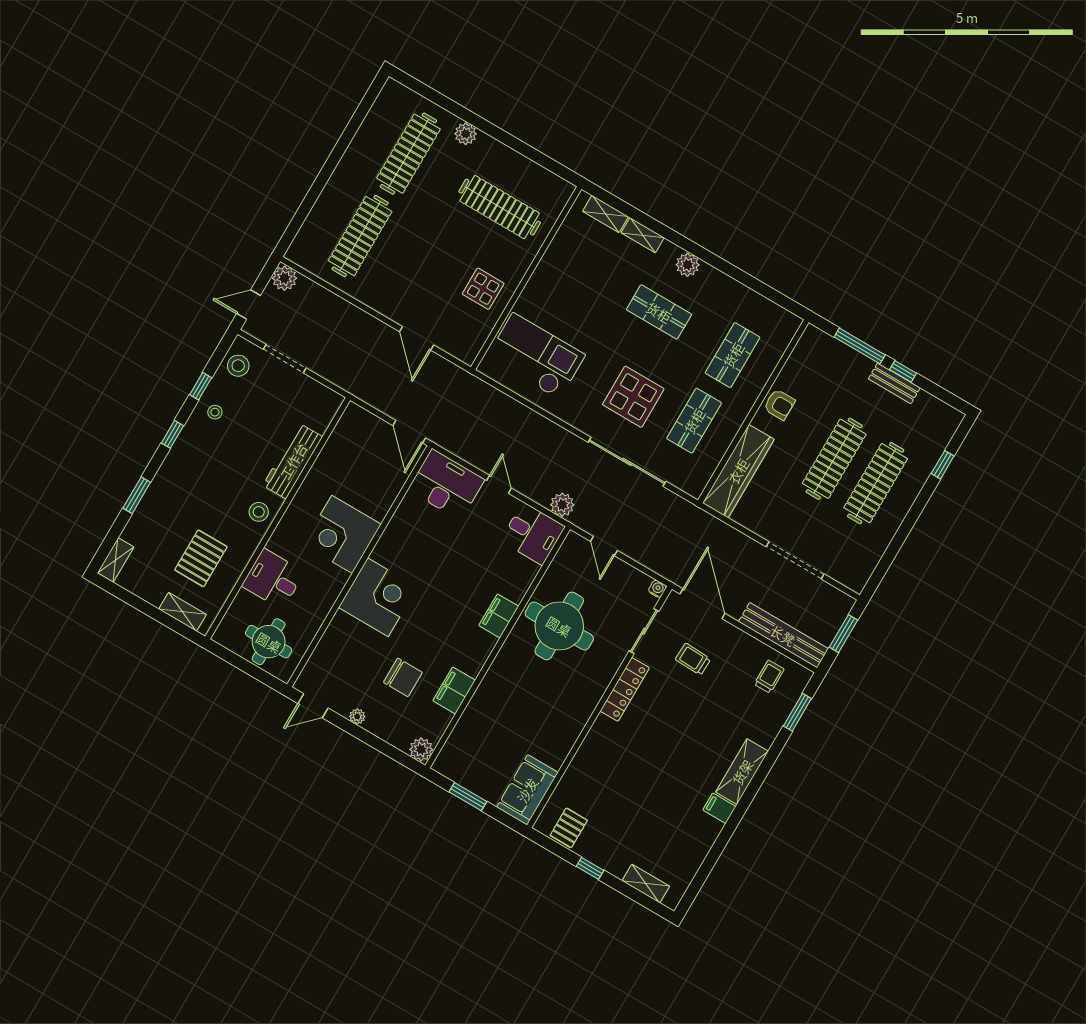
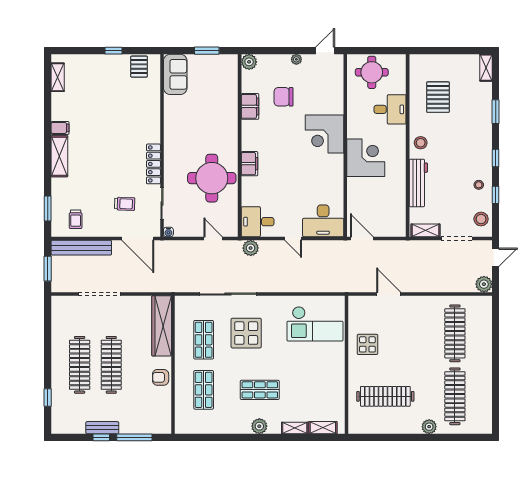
shelving: (183, 612) -> (426, 230), moved
shelving: (646, 883) -> (58, 77), moved, turned 90

